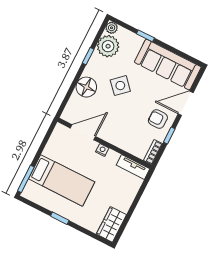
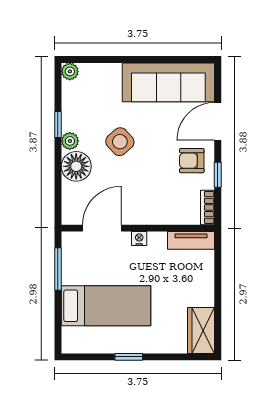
window: (145, 36) -> (120, 60), removed
plant: (108, 46) -> (70, 141), moved, width x0.53, depth x0.53
window: (26, 179) -> (58, 269), moved

